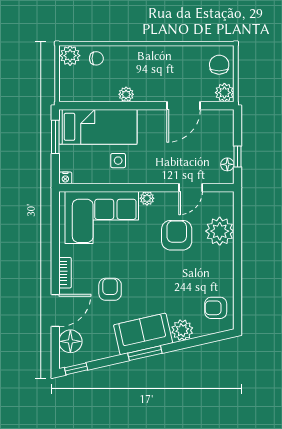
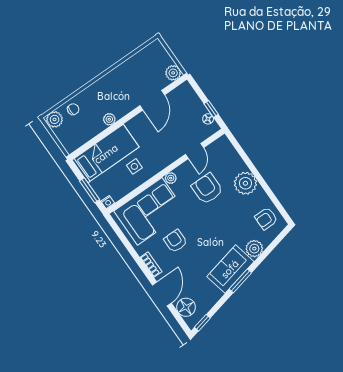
chair: (219, 65) -> (157, 57), removed
window: (55, 137) -> (90, 190), moved
plant: (220, 231) -> (245, 183), moved
armchair: (110, 289) -> (175, 241), moved

